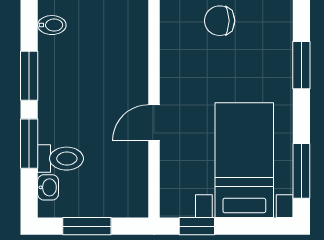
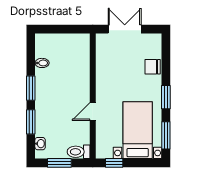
chair: (220, 21) -> (153, 67), moved
window: (301, 65) -> (166, 97), moved
toilet: (60, 159) -> (79, 152), moved, turned 180

